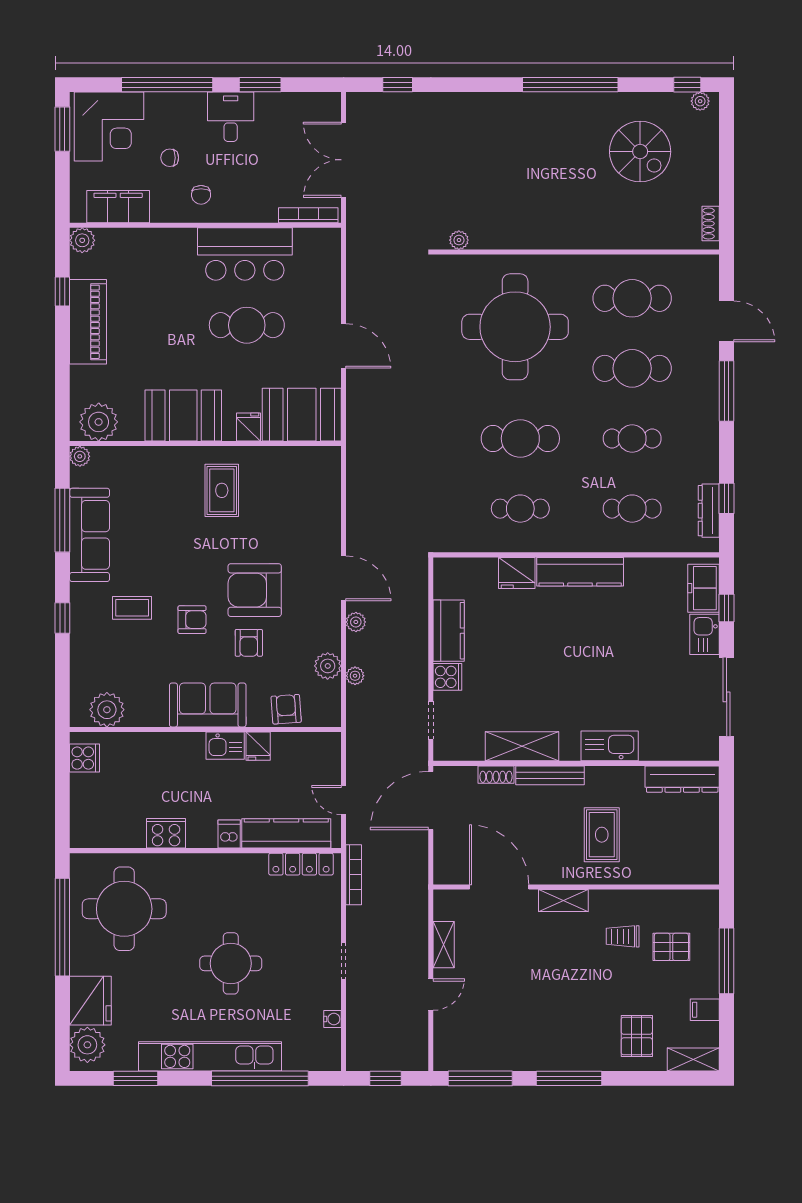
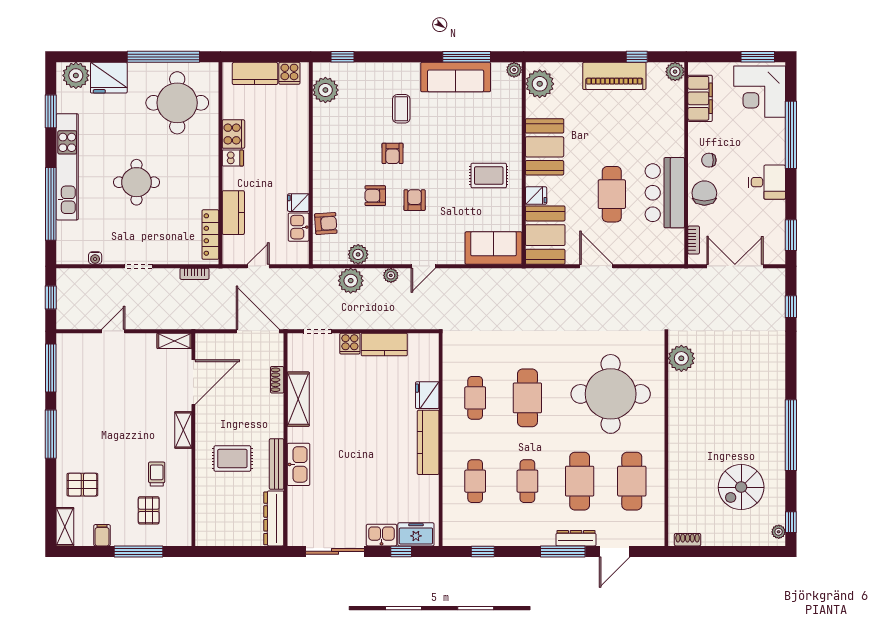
window: (260, 85) -> (791, 235), moved
chair: (170, 158) -> (704, 193), moved, width x1.87, depth x1.87
bookcase: (308, 215) -> (694, 240), width x0.64
plant: (459, 240) -> (681, 358), width x1.88, depth x1.88
door: (344, 346) -> (596, 266), swing flipped
dresser: (709, 511) -> (576, 538), moved
door: (344, 578) -> (423, 266), width x0.73
armchair: (255, 590) -> (415, 200), width x0.53, depth x0.53
window: (62, 618) -> (343, 57), moved
plant: (355, 676) -> (351, 281), width x1.88, depth x1.88
sofa: (208, 705) -> (494, 248), moved, turned -90
kitchen sink: (225, 746) -> (299, 227), moved
bench: (550, 775) -> (277, 464), moved
kitchen counter: (85, 804) -> (255, 73), added
kitchen counter: (286, 833) -> (233, 213), width x0.67
dishwasher: (229, 834) -> (233, 158), moved
bookcase: (354, 875) -> (195, 274), width x0.64
shelving: (444, 945) -> (174, 341), moved
door: (431, 995) -> (113, 331), swing flipped

